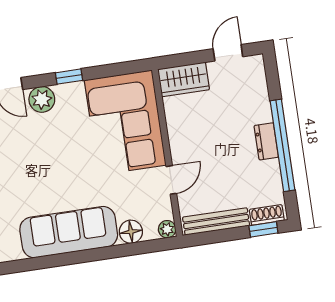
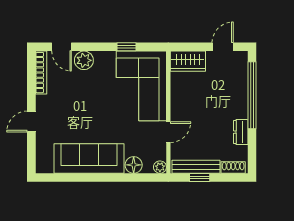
window: (69, 77) -> (127, 47), moved
dresser: (266, 141) -> (241, 132), moved
window: (283, 145) -> (252, 95), moved
window: (263, 229) -> (200, 178), moved

